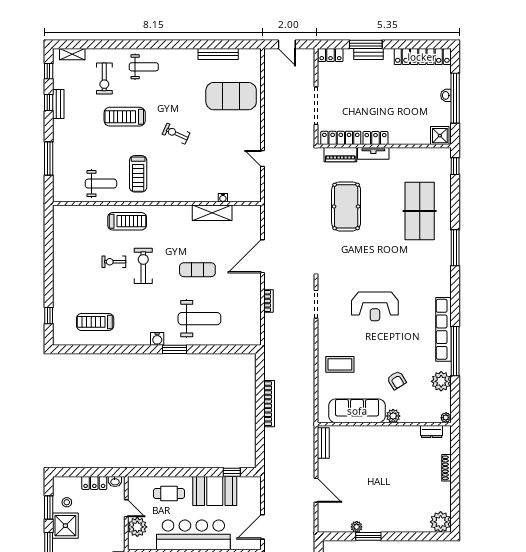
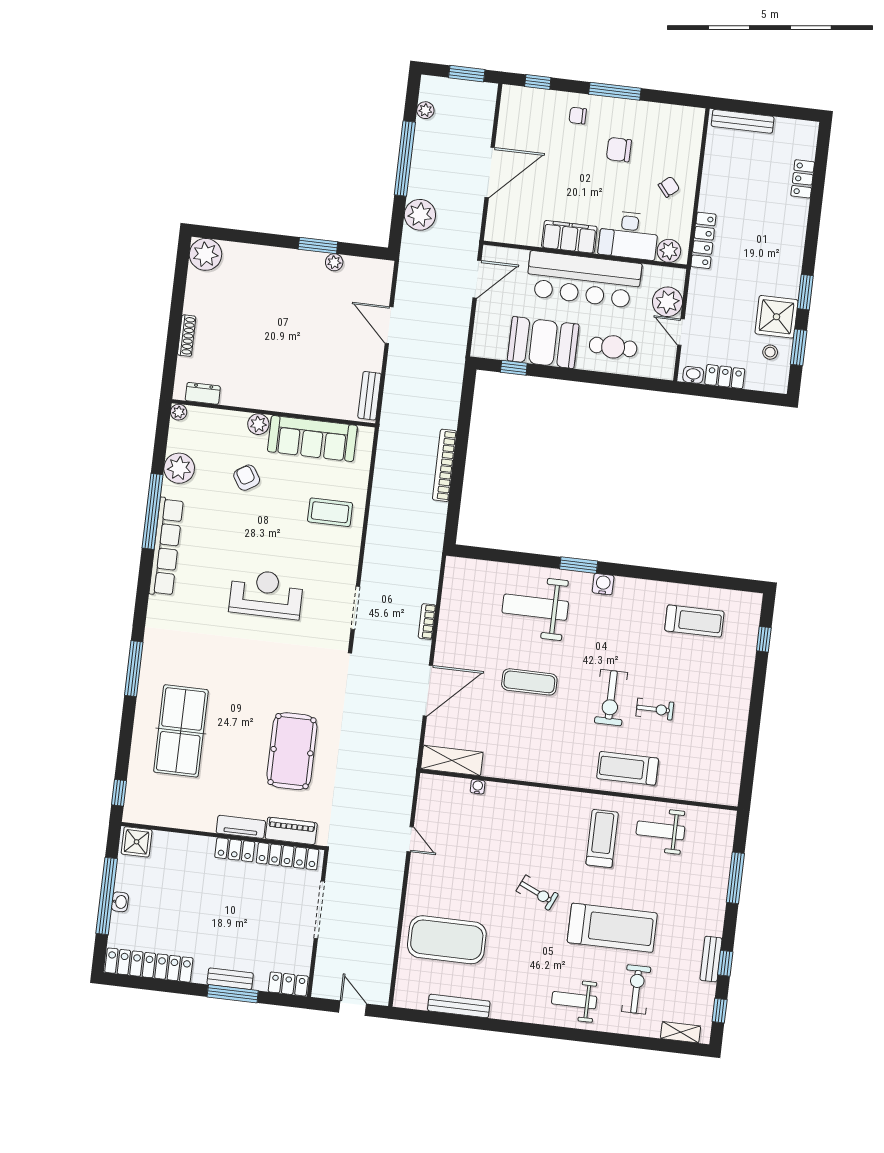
treadmill: (125, 117) -> (612, 928), width x1.37, depth x1.38
shelving: (212, 213) -> (452, 760), moved

